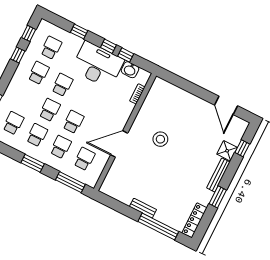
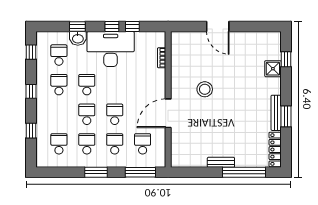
window: (18, 55) -> (31, 91), moved
washbasin: (130, 70) -> (78, 38), moved
door: (226, 105) -> (218, 27), moved
bench: (218, 175) -> (276, 113), moved

